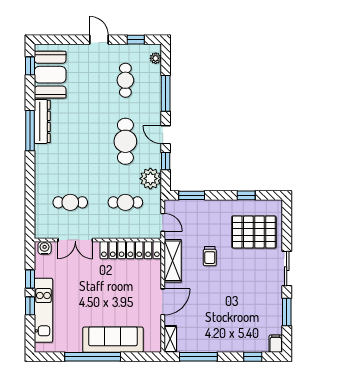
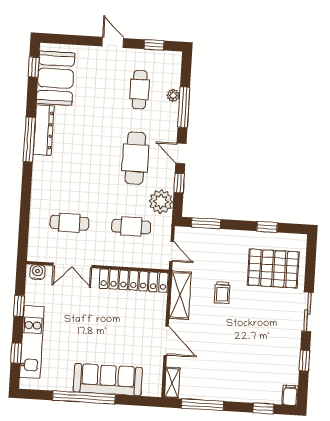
plant: (156, 58) -> (173, 95), moved
door: (163, 302) -> (166, 341), hinge flipped
window: (30, 306) -> (16, 353), moved
window: (287, 312) -> (305, 361), width x0.67

